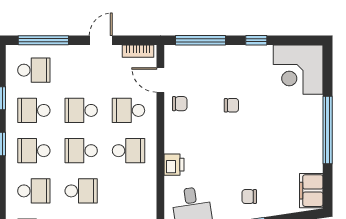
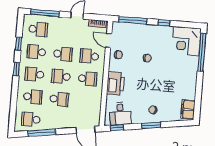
school desk: (81, 110) -> (63, 54), turned 180
window: (328, 130) -> (202, 52), moved
printer: (174, 165) -> (115, 84), width x1.87, depth x1.48

